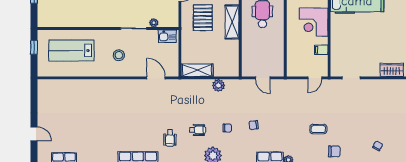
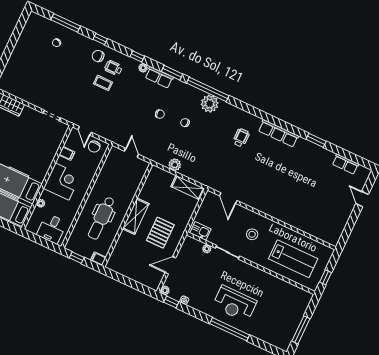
chair: (299, 68) -> (94, 147), added
door: (315, 78) -> (85, 131), swing flipped
wheelchair: (198, 130) -> (113, 68), moved

